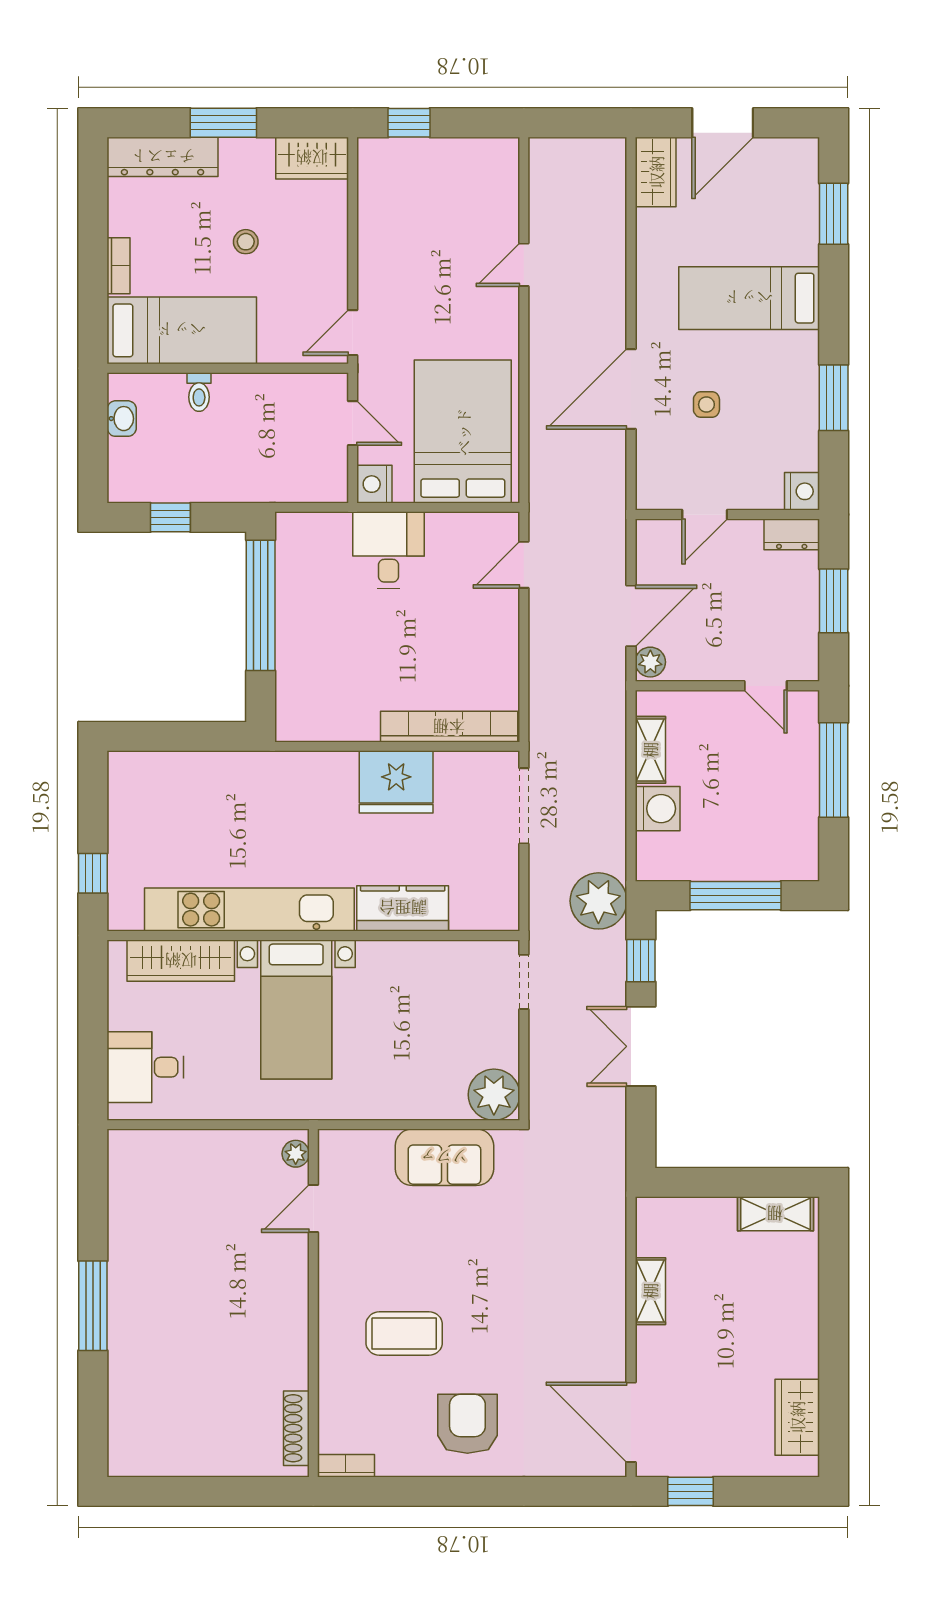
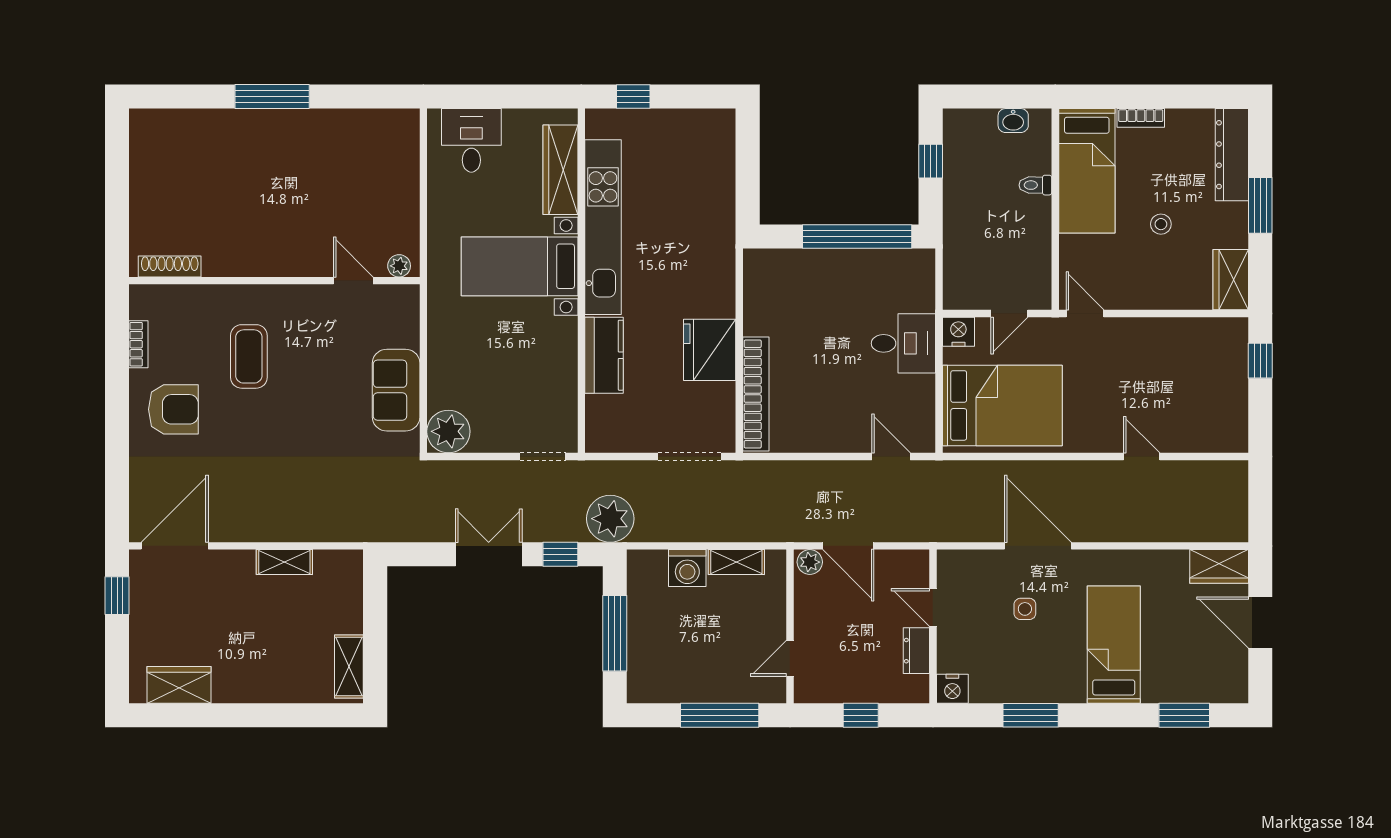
dresser: (792, 534) -> (916, 651), moved
window: (834, 601) -> (861, 715), width x0.67
bookcase: (346, 1466) -> (138, 344), moved

